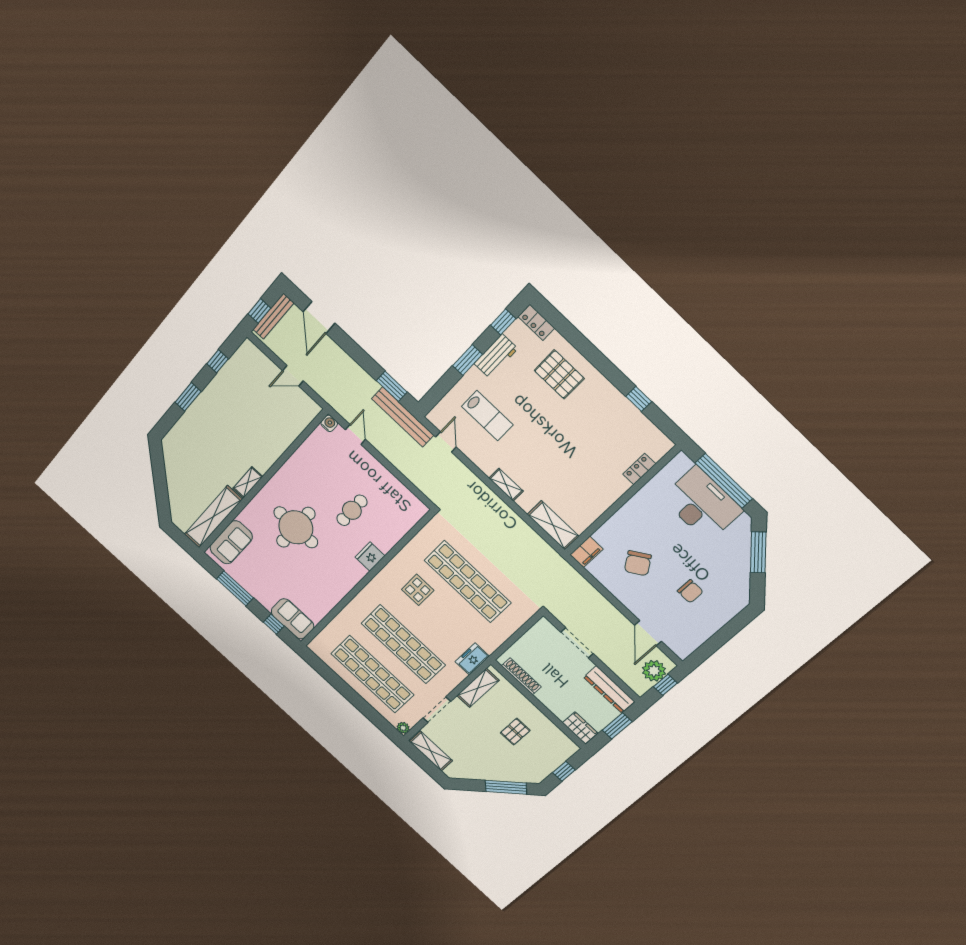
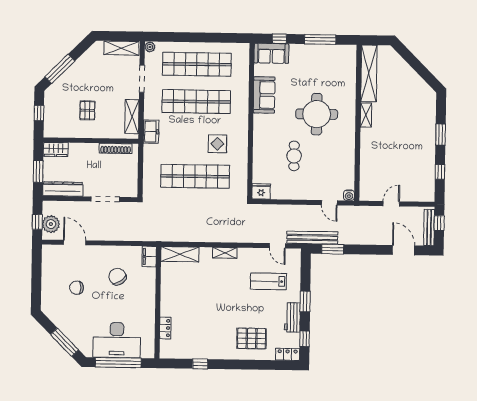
sofa: (231, 542) -> (264, 95), moved, turned 180
fridge: (370, 557) -> (261, 191), moved, turned -90

